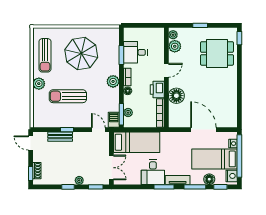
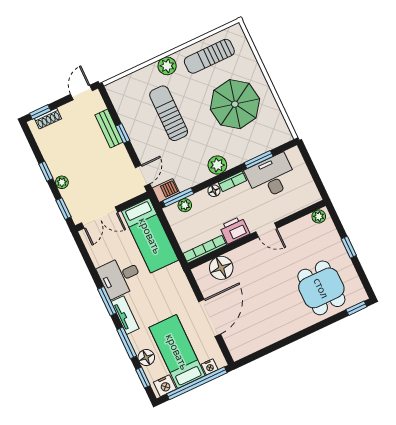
plant: (175, 46) -> (304, 226), removed
desk: (135, 52) -> (271, 177), width x1.37
floor lamp: (176, 96) -> (221, 268), moved

